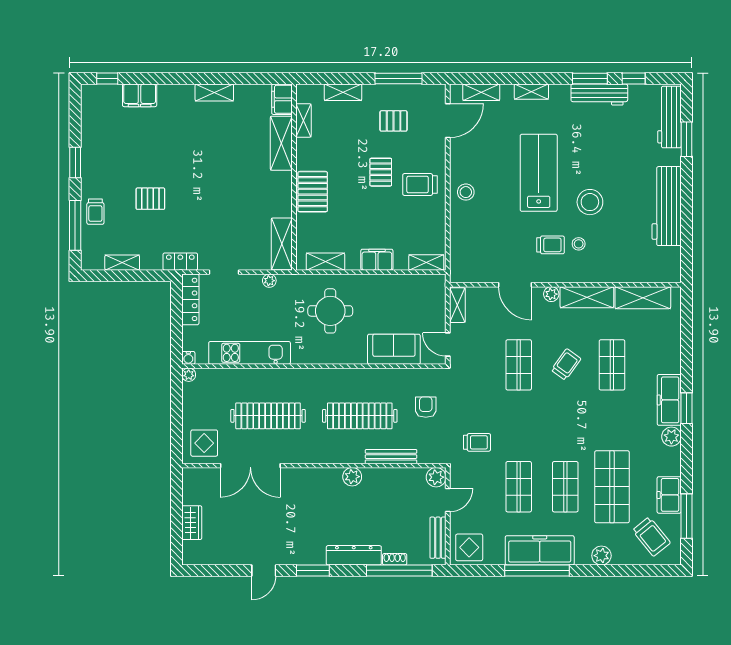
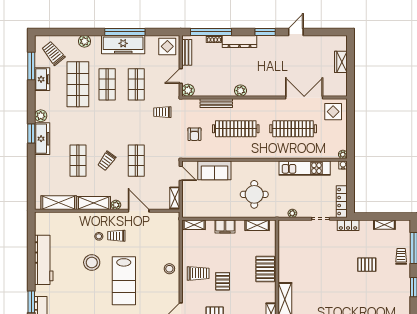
shelving: (282, 244) -> (285, 236), removed

